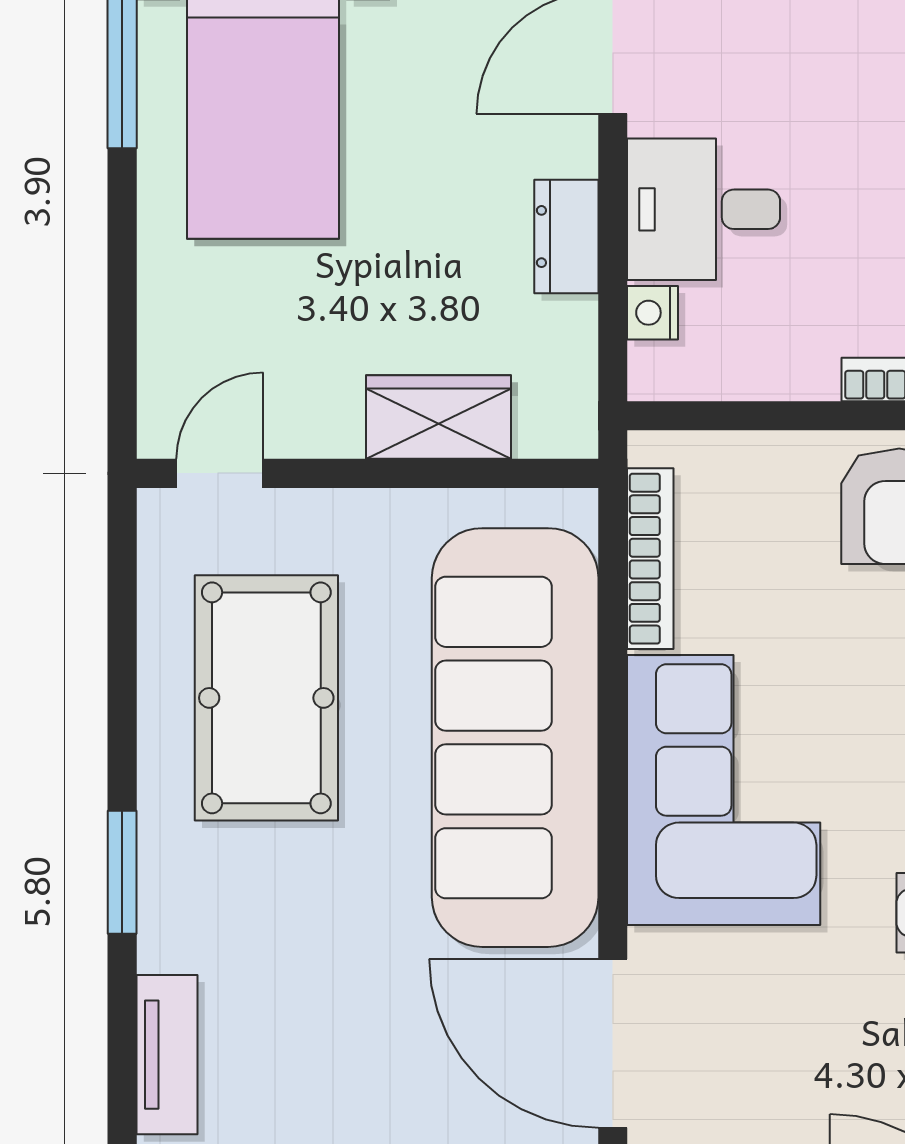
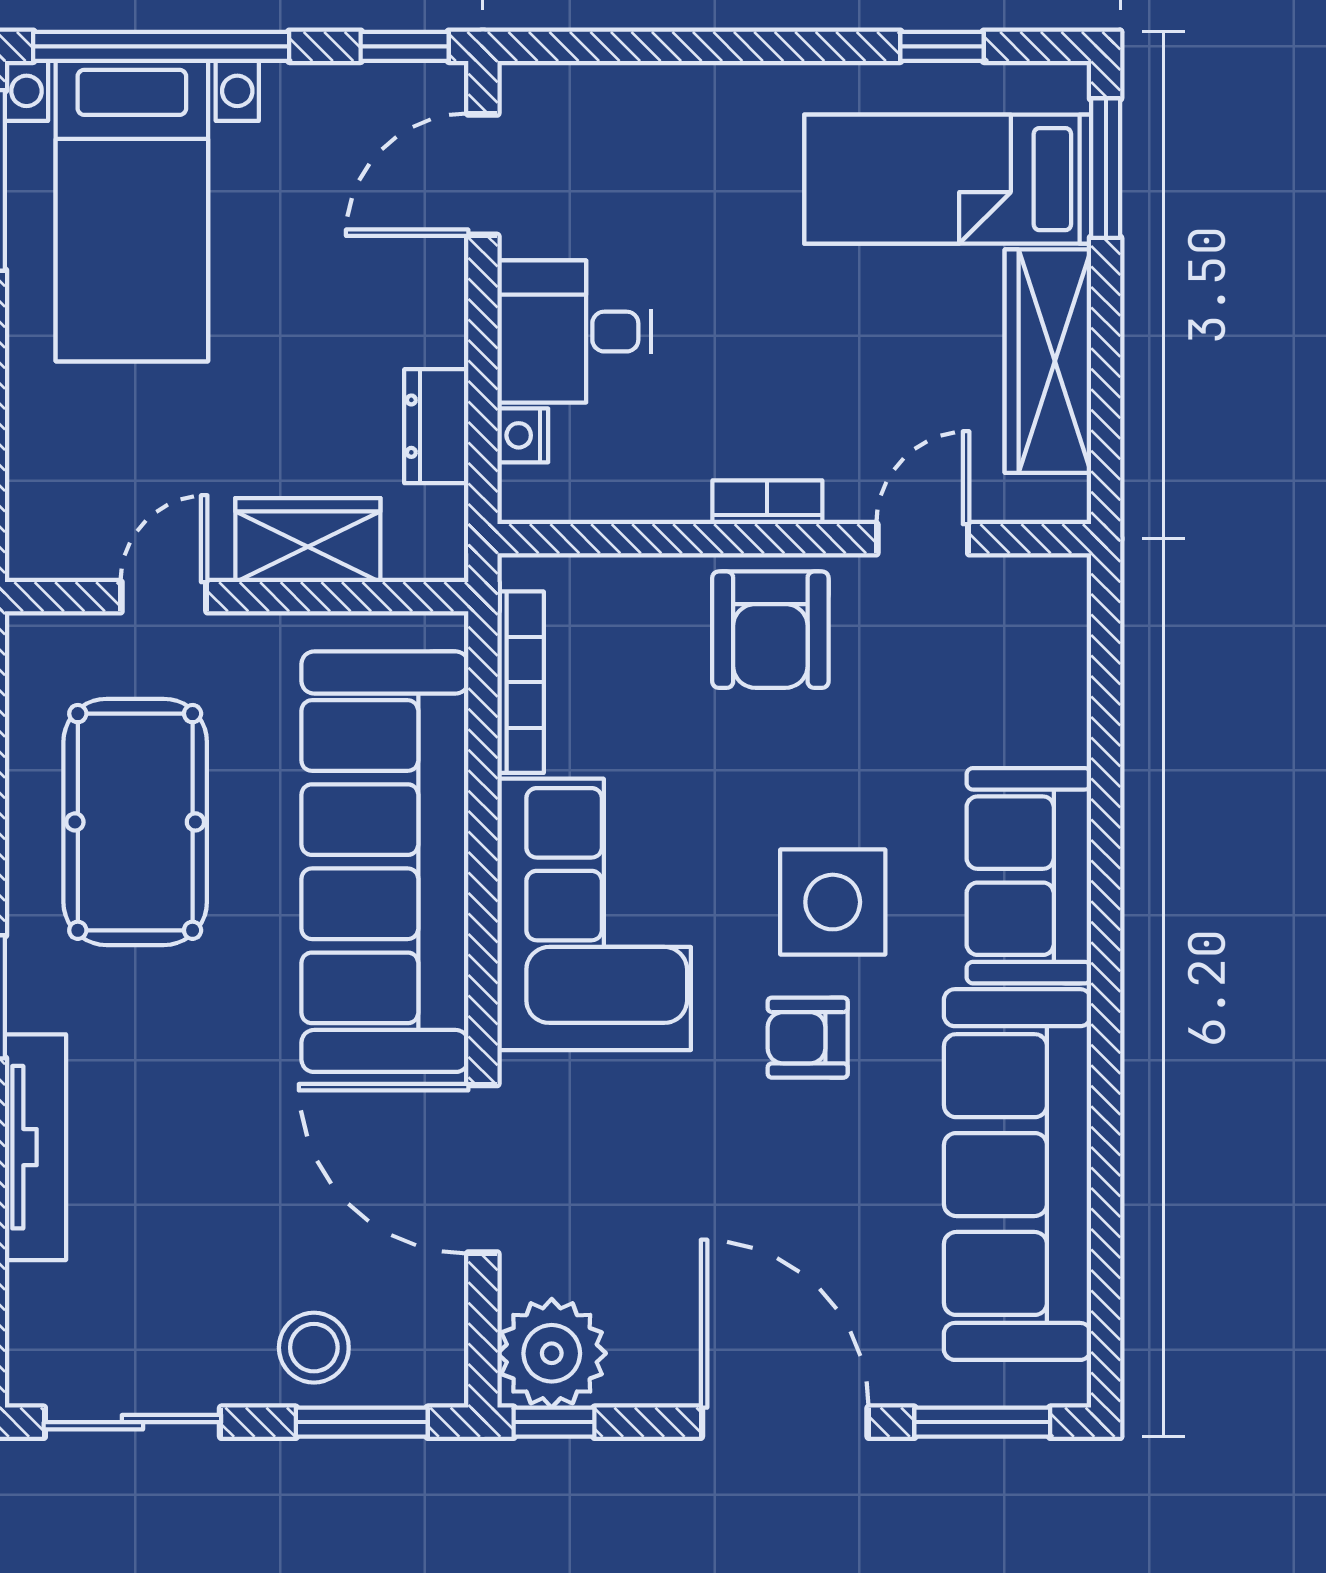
dresser: (566, 237) -> (436, 426), moved
door: (220, 473) -> (164, 597), moved
tv unit: (167, 1055) -> (35, 1147), width x1.41

